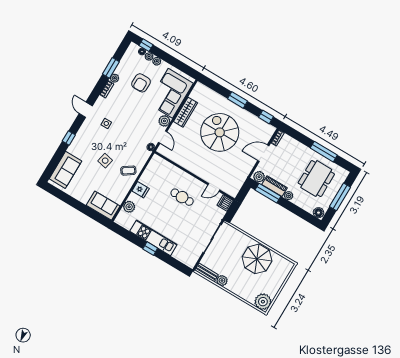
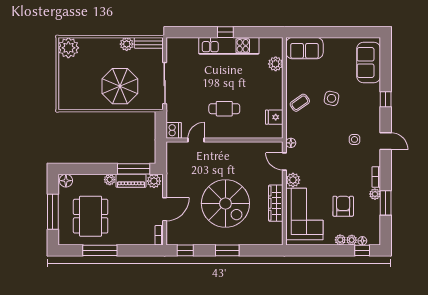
fridge: (141, 190) -> (274, 117), moved
parasol: (257, 259) -> (120, 86), moved

